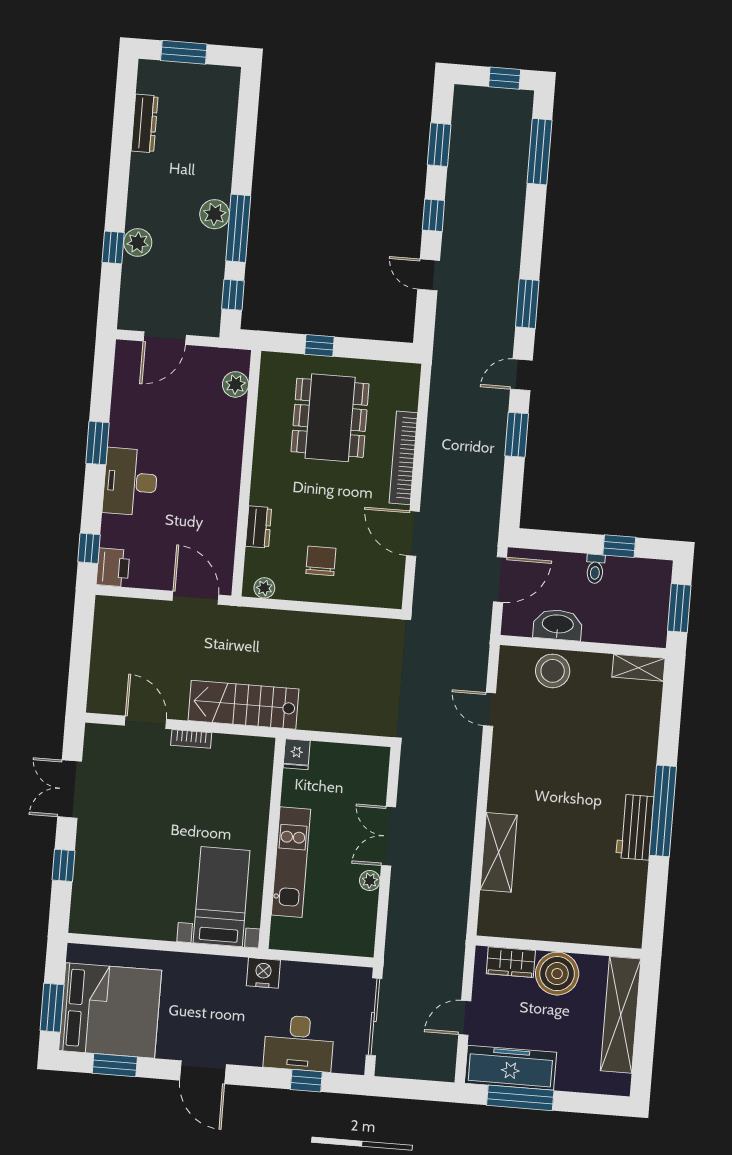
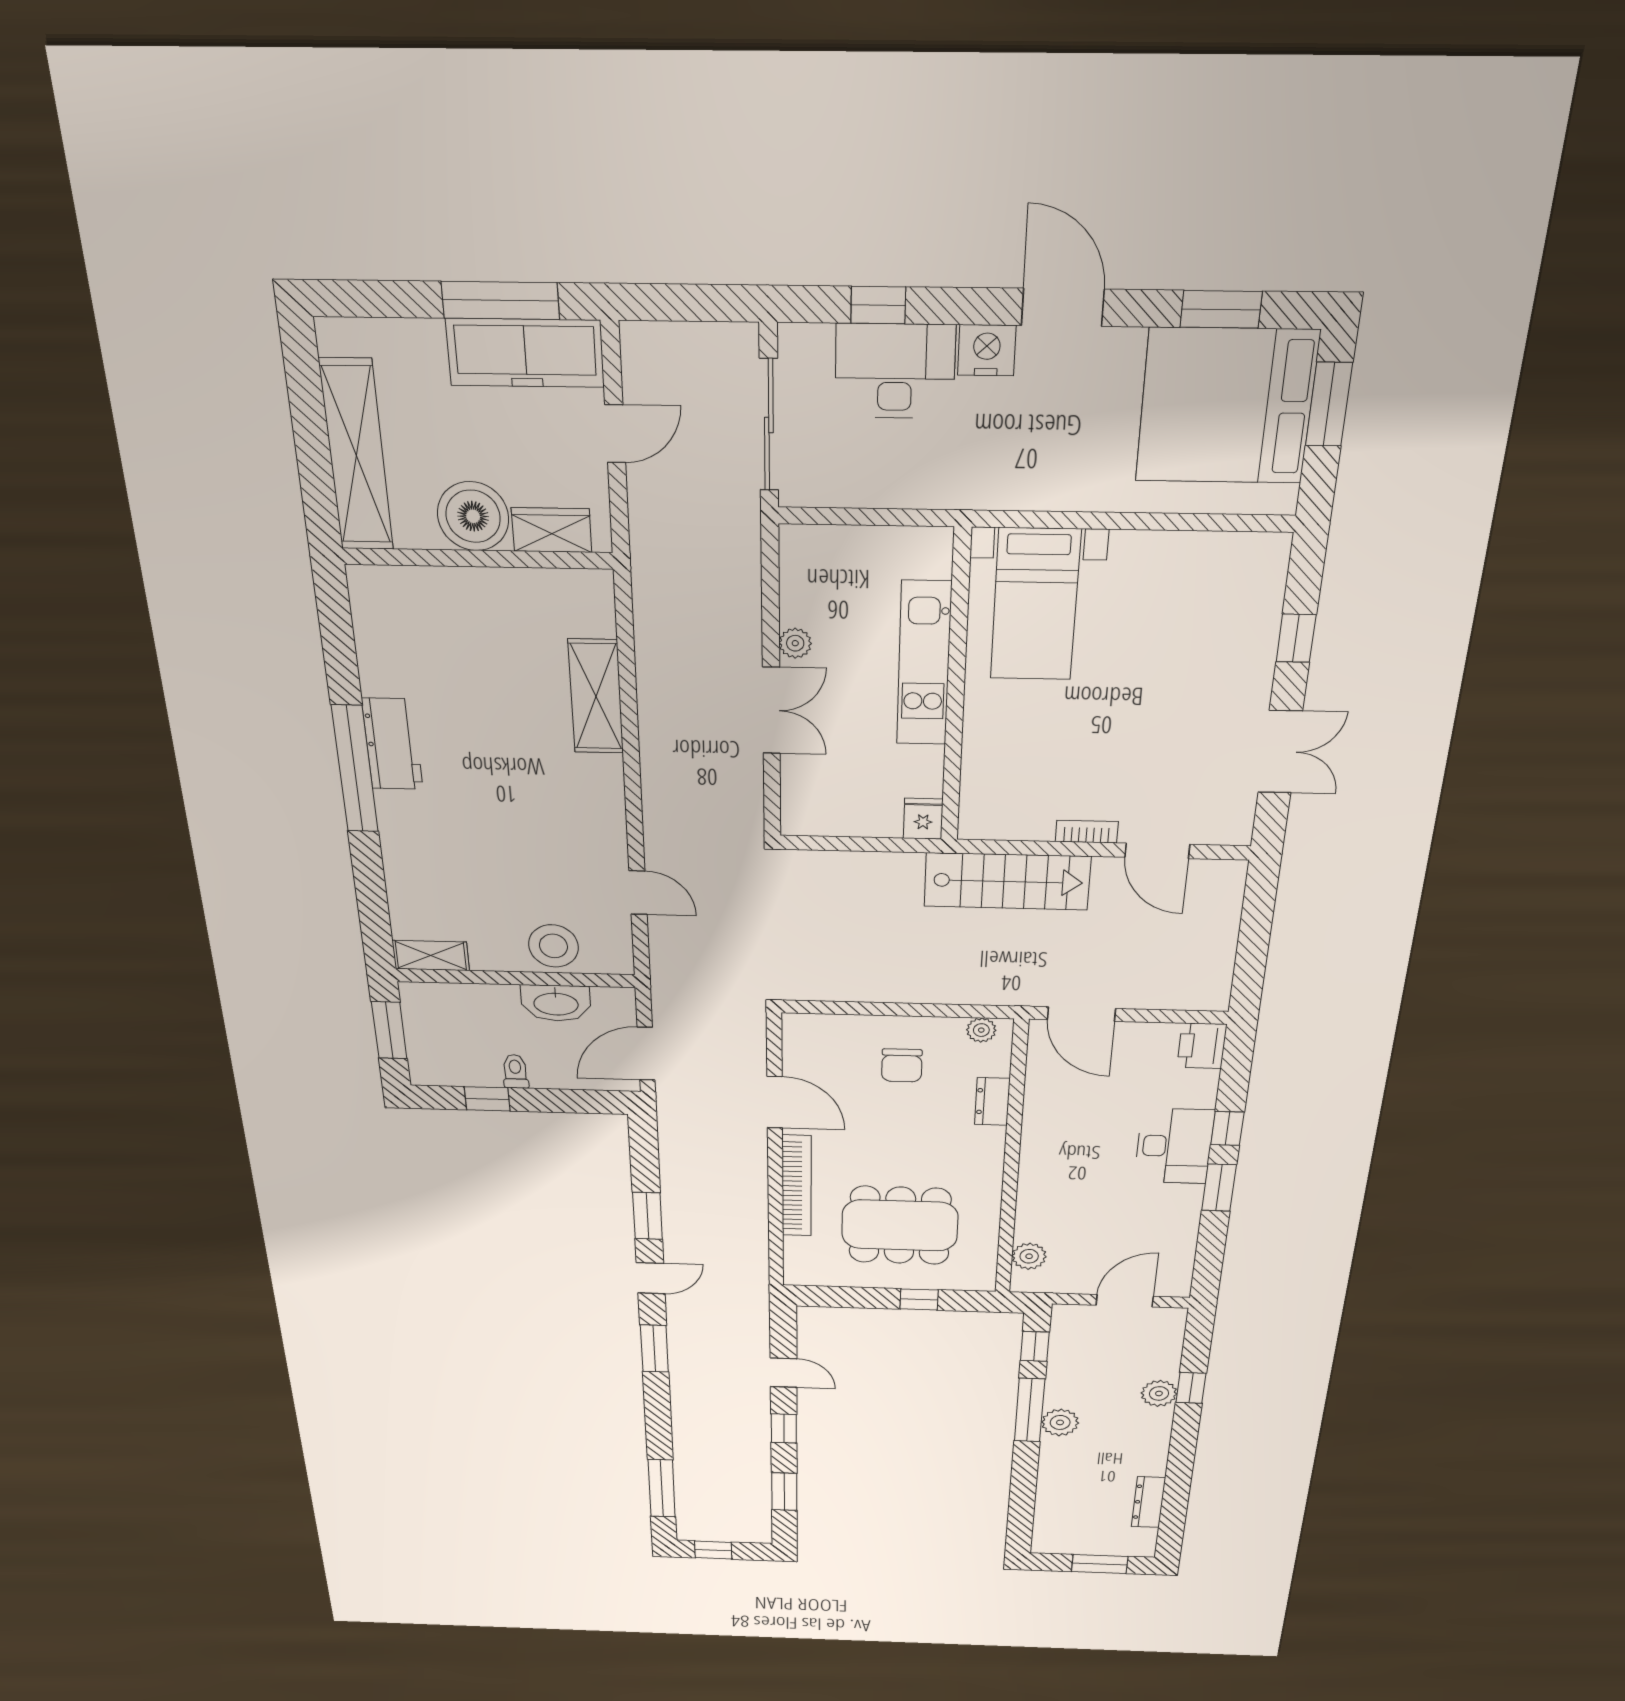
dining table: (330, 418) -> (900, 1225), turned 90
window: (89, 548) -> (1227, 1128), moved
nightstand: (263, 973) -> (987, 350), moved, turned 180

